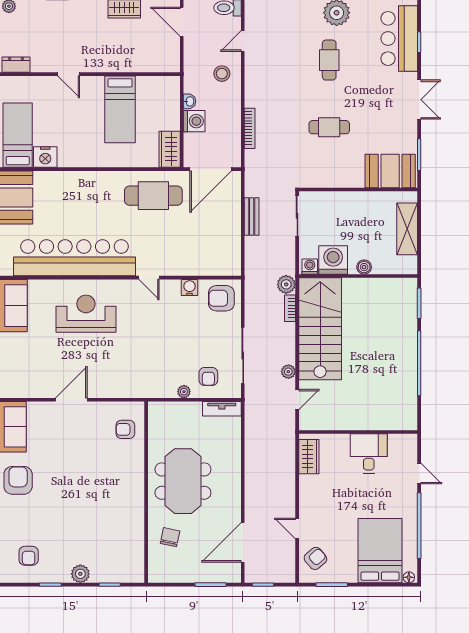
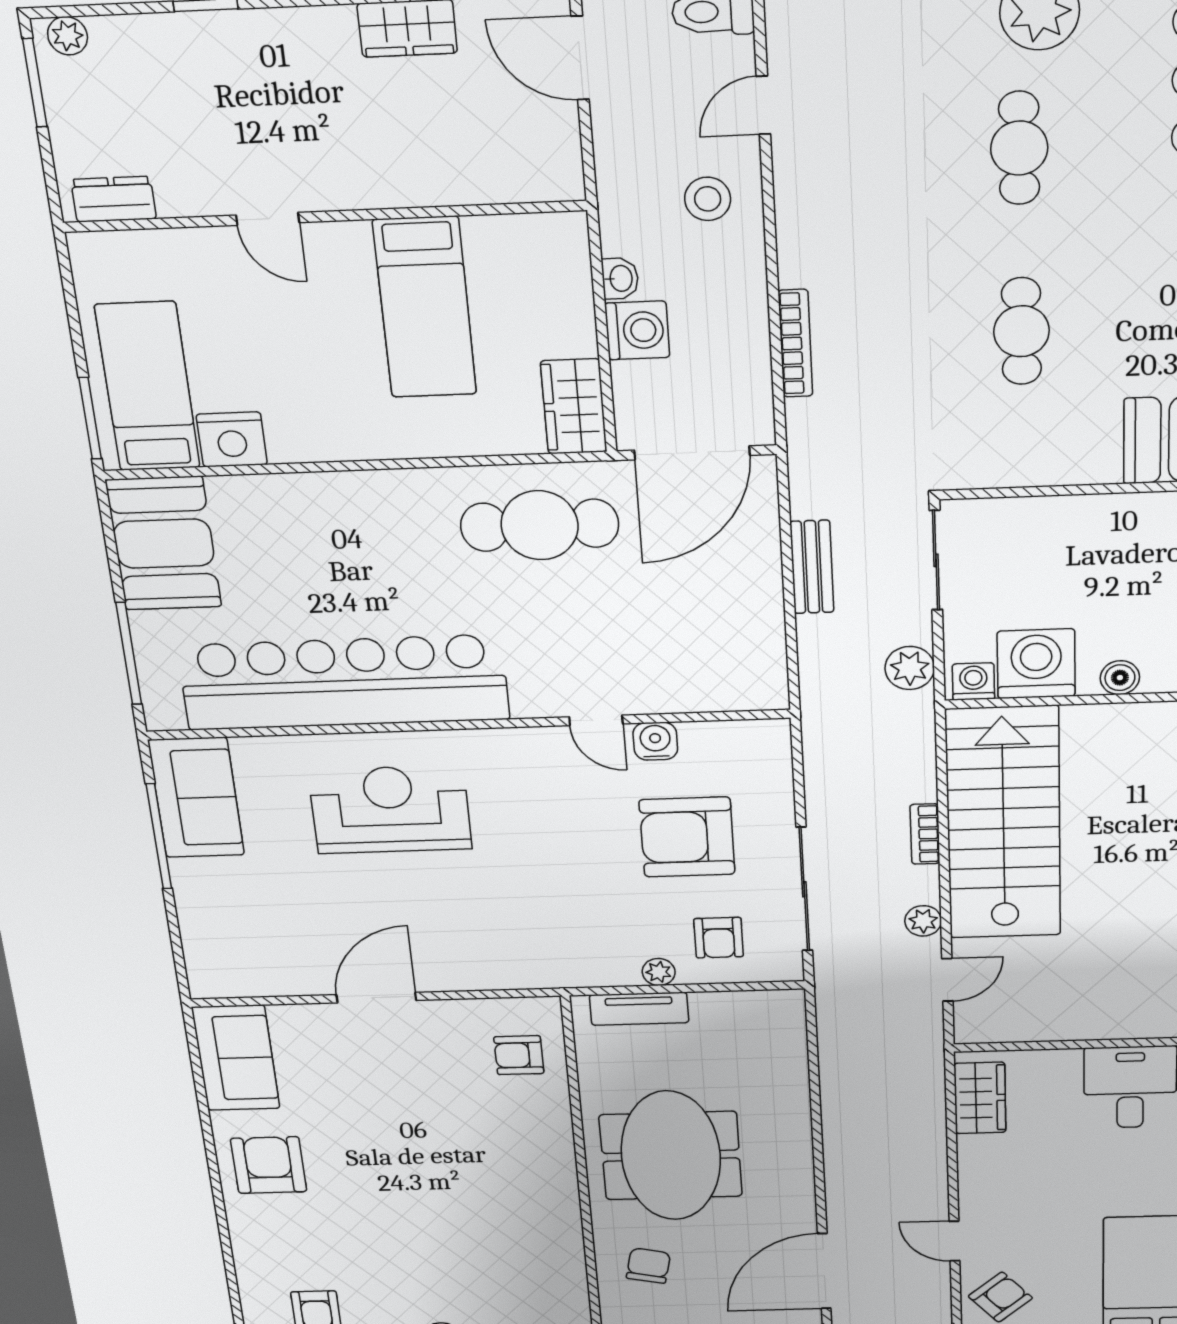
cafe table: (329, 127) -> (1021, 331), turned 90
door: (149, 278) -> (596, 720), moved
plant: (286, 284) -> (910, 668), moved
armchair: (221, 298) -> (687, 837), moved, width x1.36, depth x1.36
bookcase: (290, 308) -> (925, 834), moved
tv unit: (222, 409) -> (639, 1009), moved

